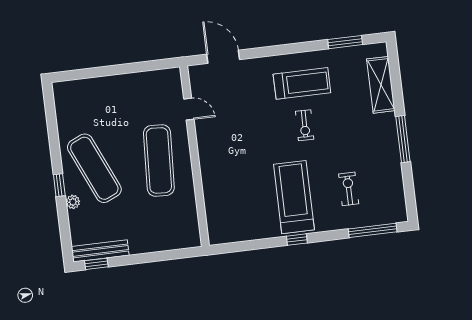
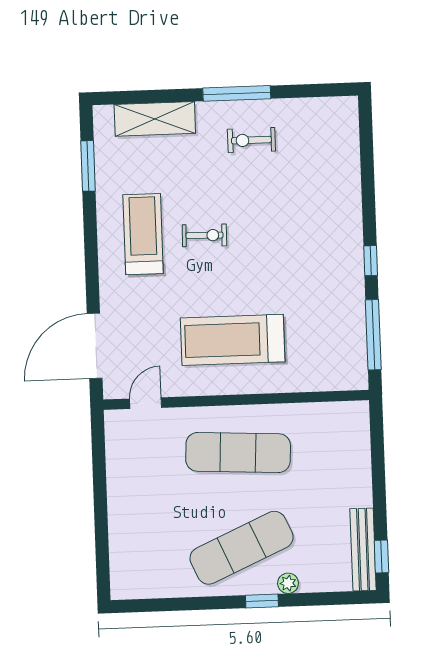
door: (223, 57) -> (95, 346), width x1.36
door: (189, 109) -> (146, 403), moved
exercise bike: (349, 189) -> (251, 140), moved
treadmill: (294, 197) -> (233, 340), moved
window: (373, 230) -> (373, 335), moved

